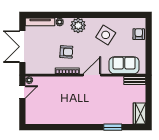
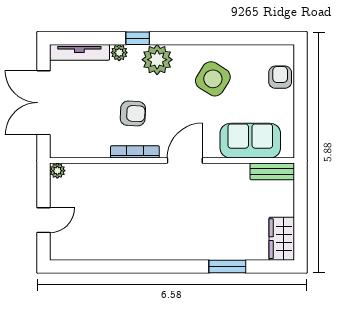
window: (69, 15) -> (138, 38), added
door: (22, 92) -> (43, 220), moved

